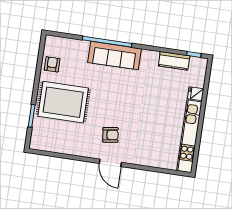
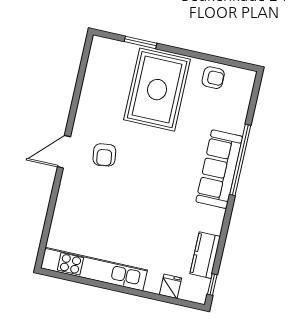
fridge: (196, 94) -> (170, 286), moved

